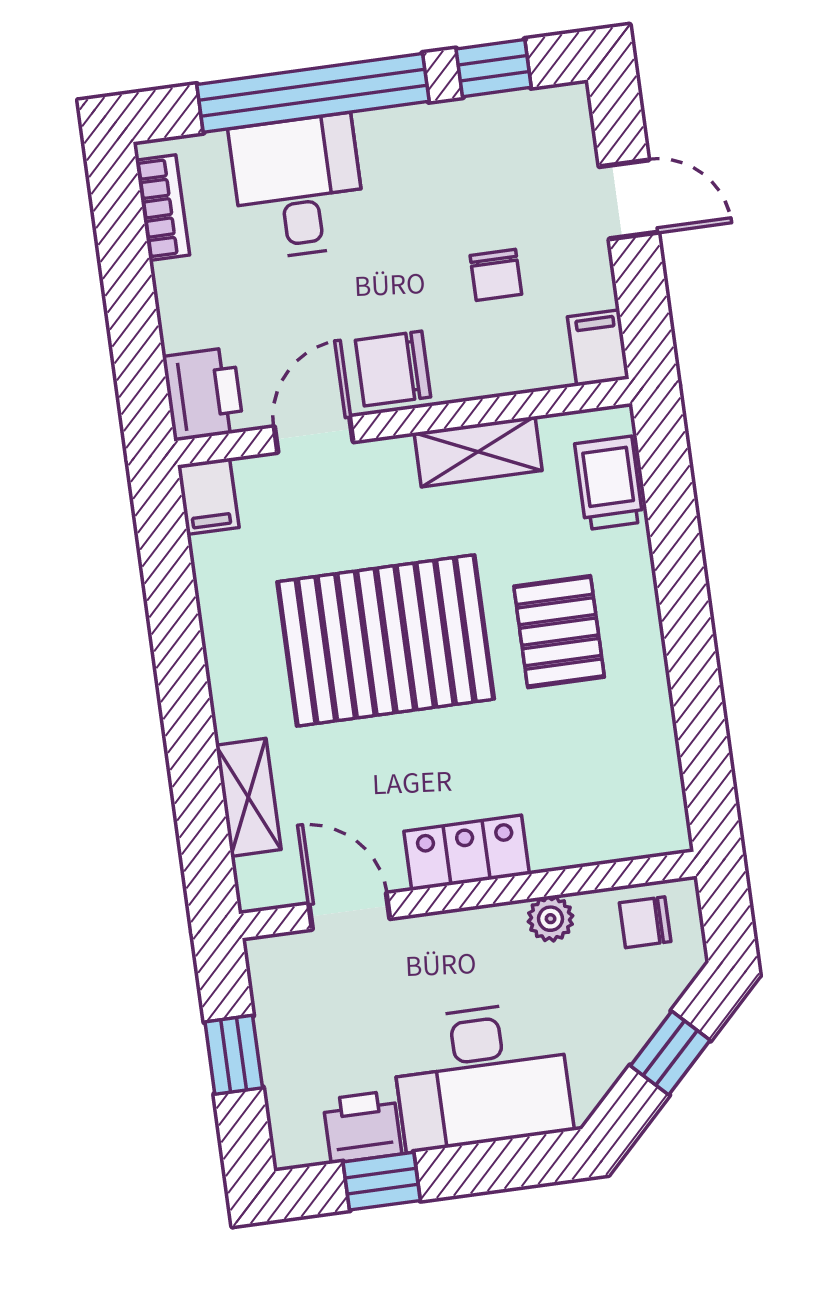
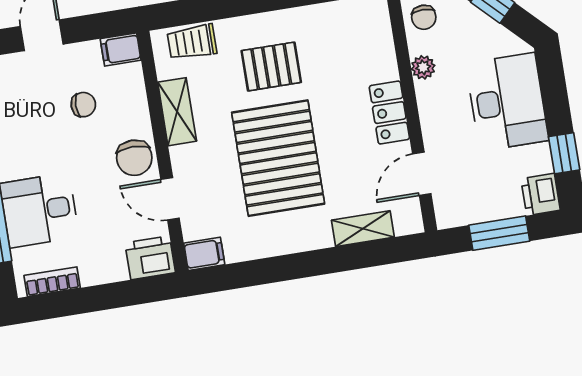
window: (234, 1055) -> (499, 233), width x1.50
printer: (362, 1127) -> (541, 194), moved

